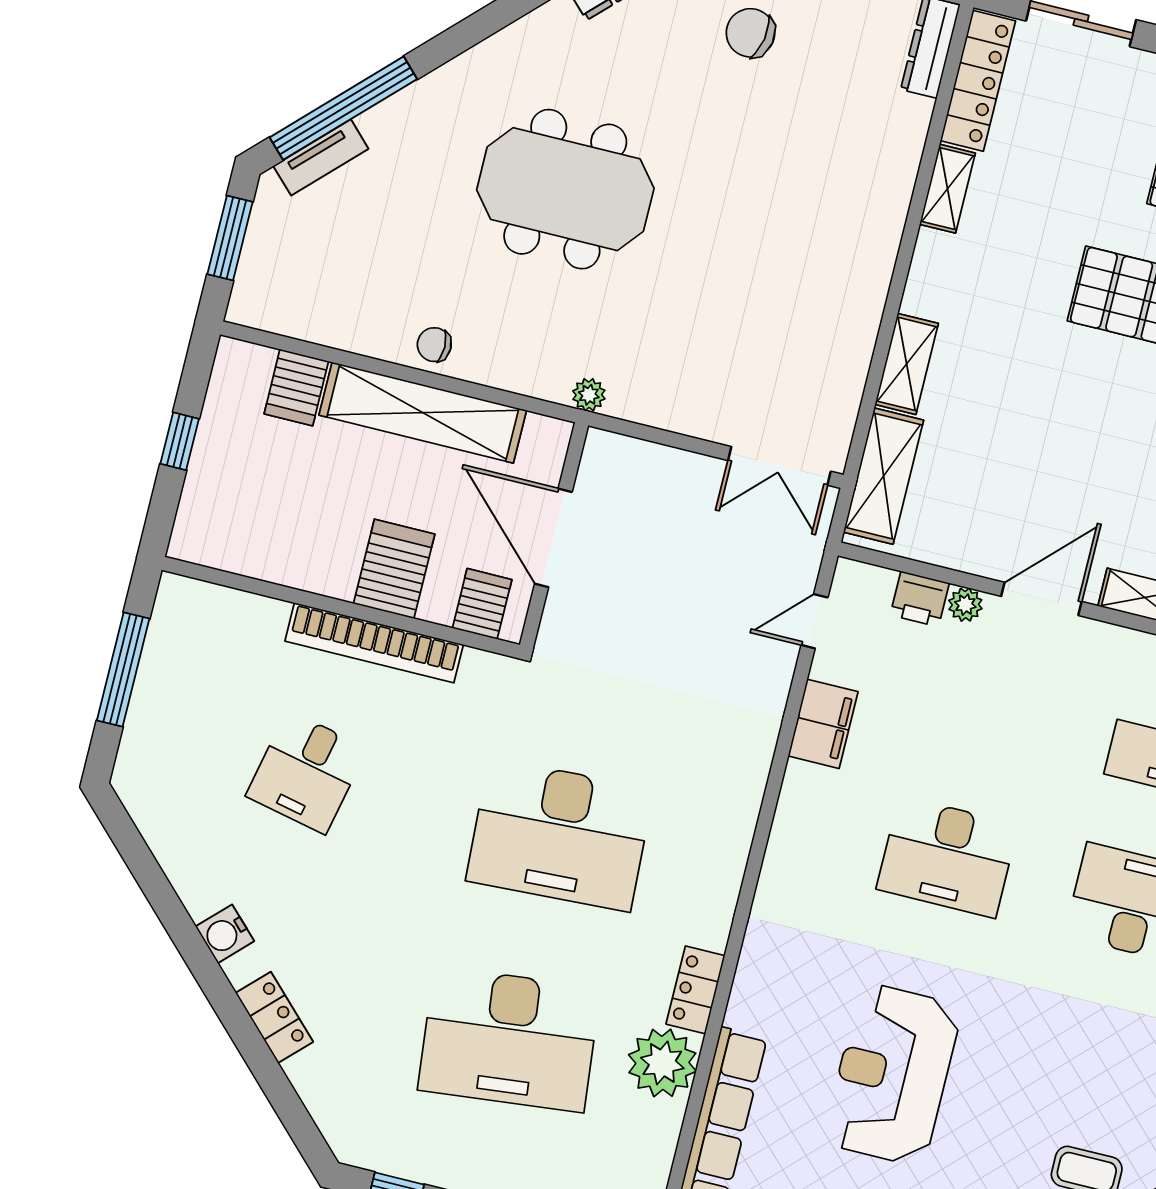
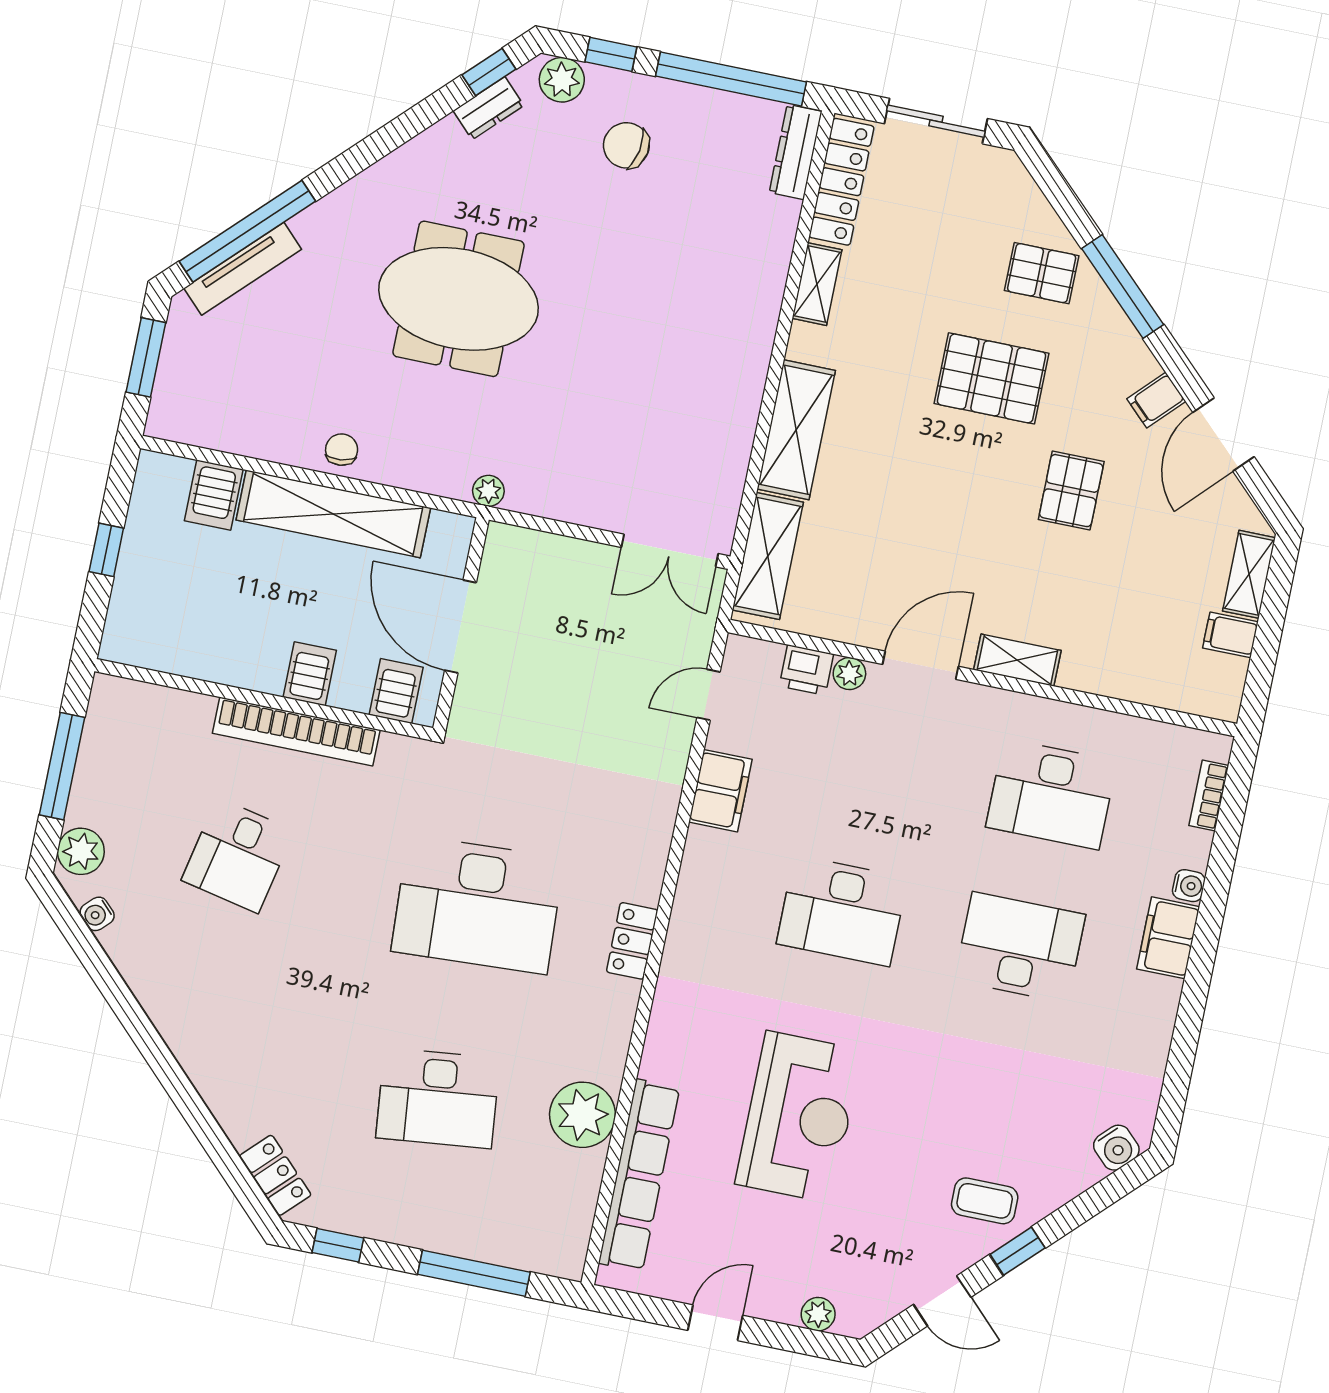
tv unit: (321, 157) -> (243, 269), width x1.41
chair: (434, 345) -> (342, 450), turned 84
shelving: (907, 364) -> (796, 430), width x1.50, depth x1.33
server rack: (394, 569) -> (310, 674), width x0.73, depth x0.70
plant: (140, 761) -> (81, 851), added
water cooler: (225, 934) -> (97, 914), moved, width x0.72, depth x0.72
locker: (695, 990) -> (632, 941), moved
locker: (274, 1017) -> (275, 1175), moved
desk: (509, 1039) -> (438, 1098), width x0.73, depth x0.77
reception desk: (893, 1074) -> (799, 1117), turned 180

